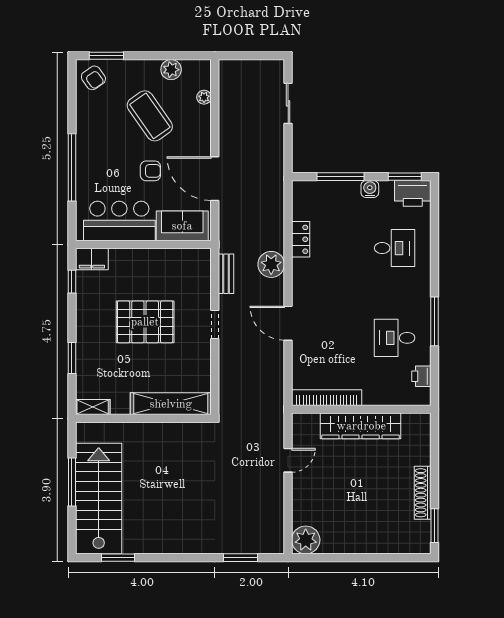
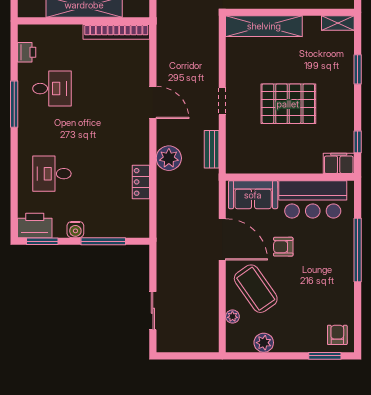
armchair: (93, 78) -> (337, 335), turned 35
coffee table: (150, 116) -> (256, 289), moved

